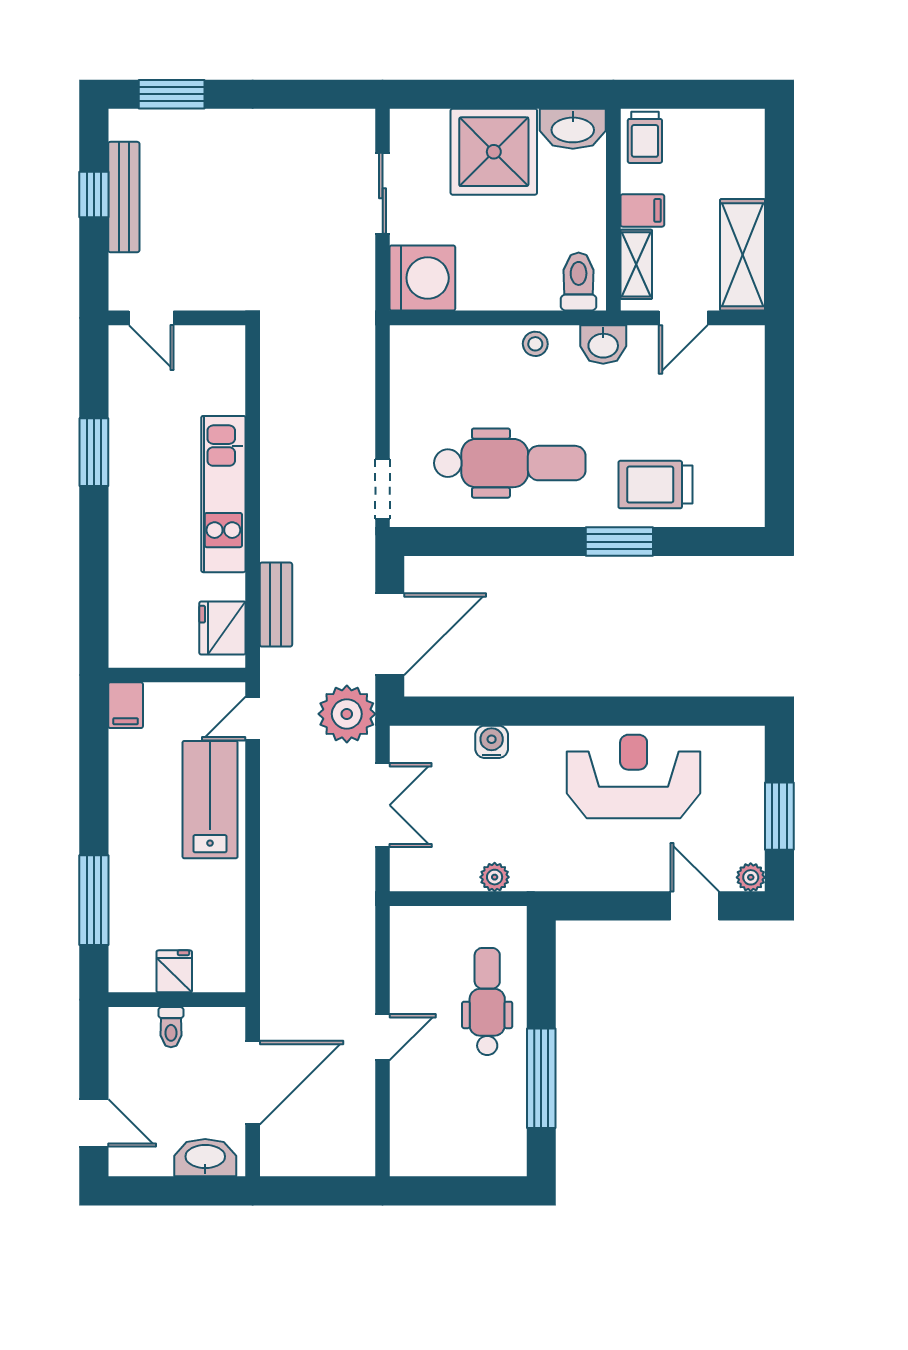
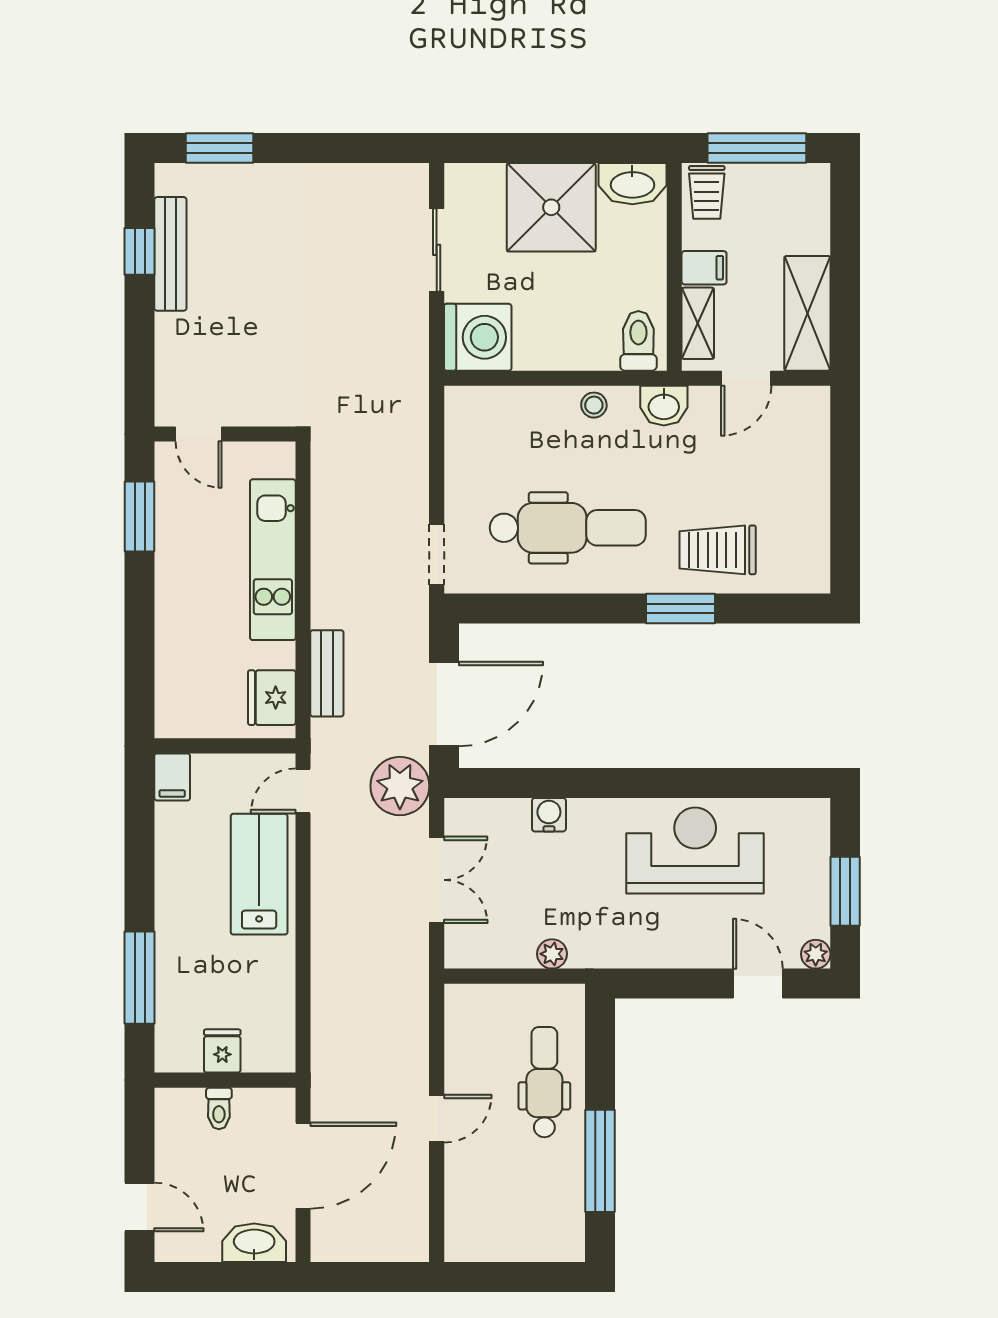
window: (694, 94) -> (757, 148), added
door: (151, 318) -> (199, 434), moved
wall: (177, 318) -> (225, 434), moved

